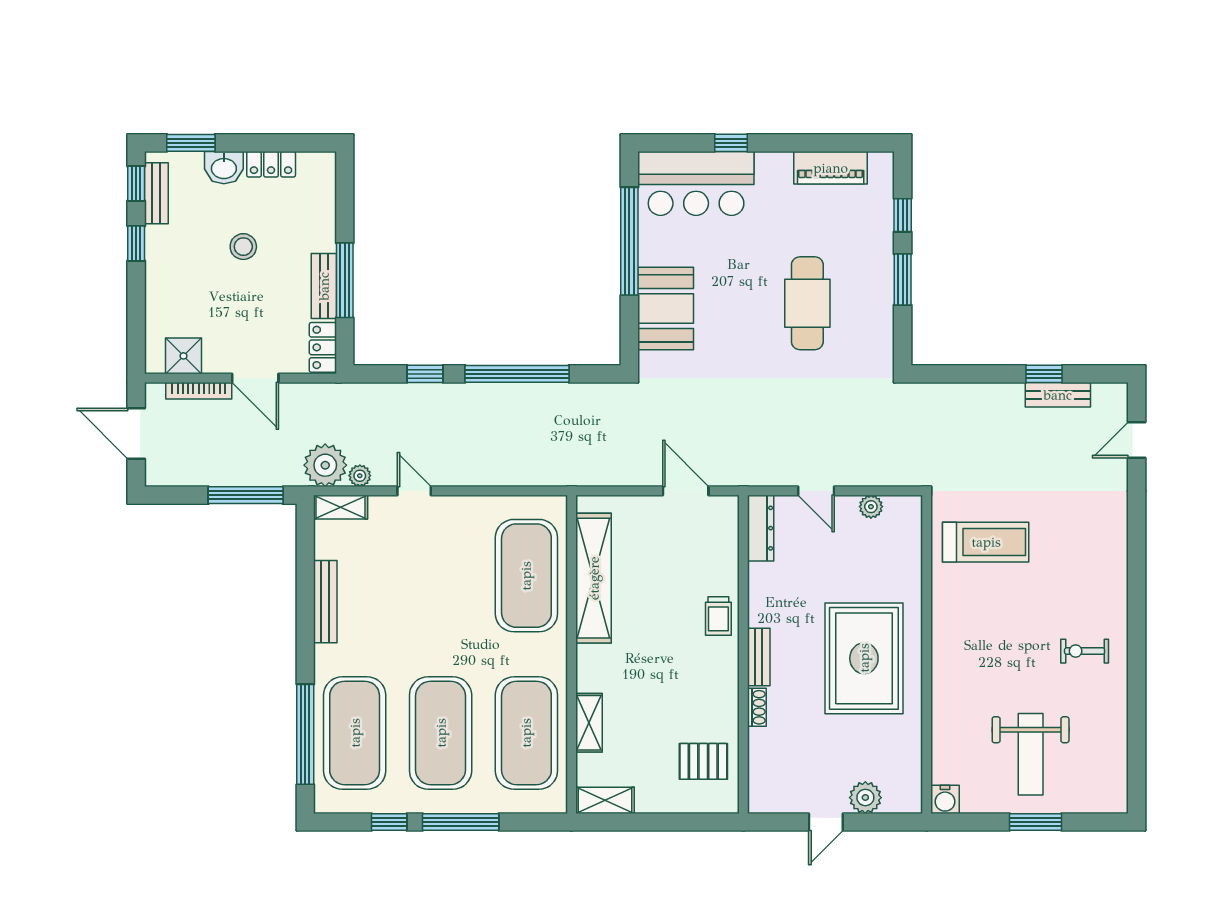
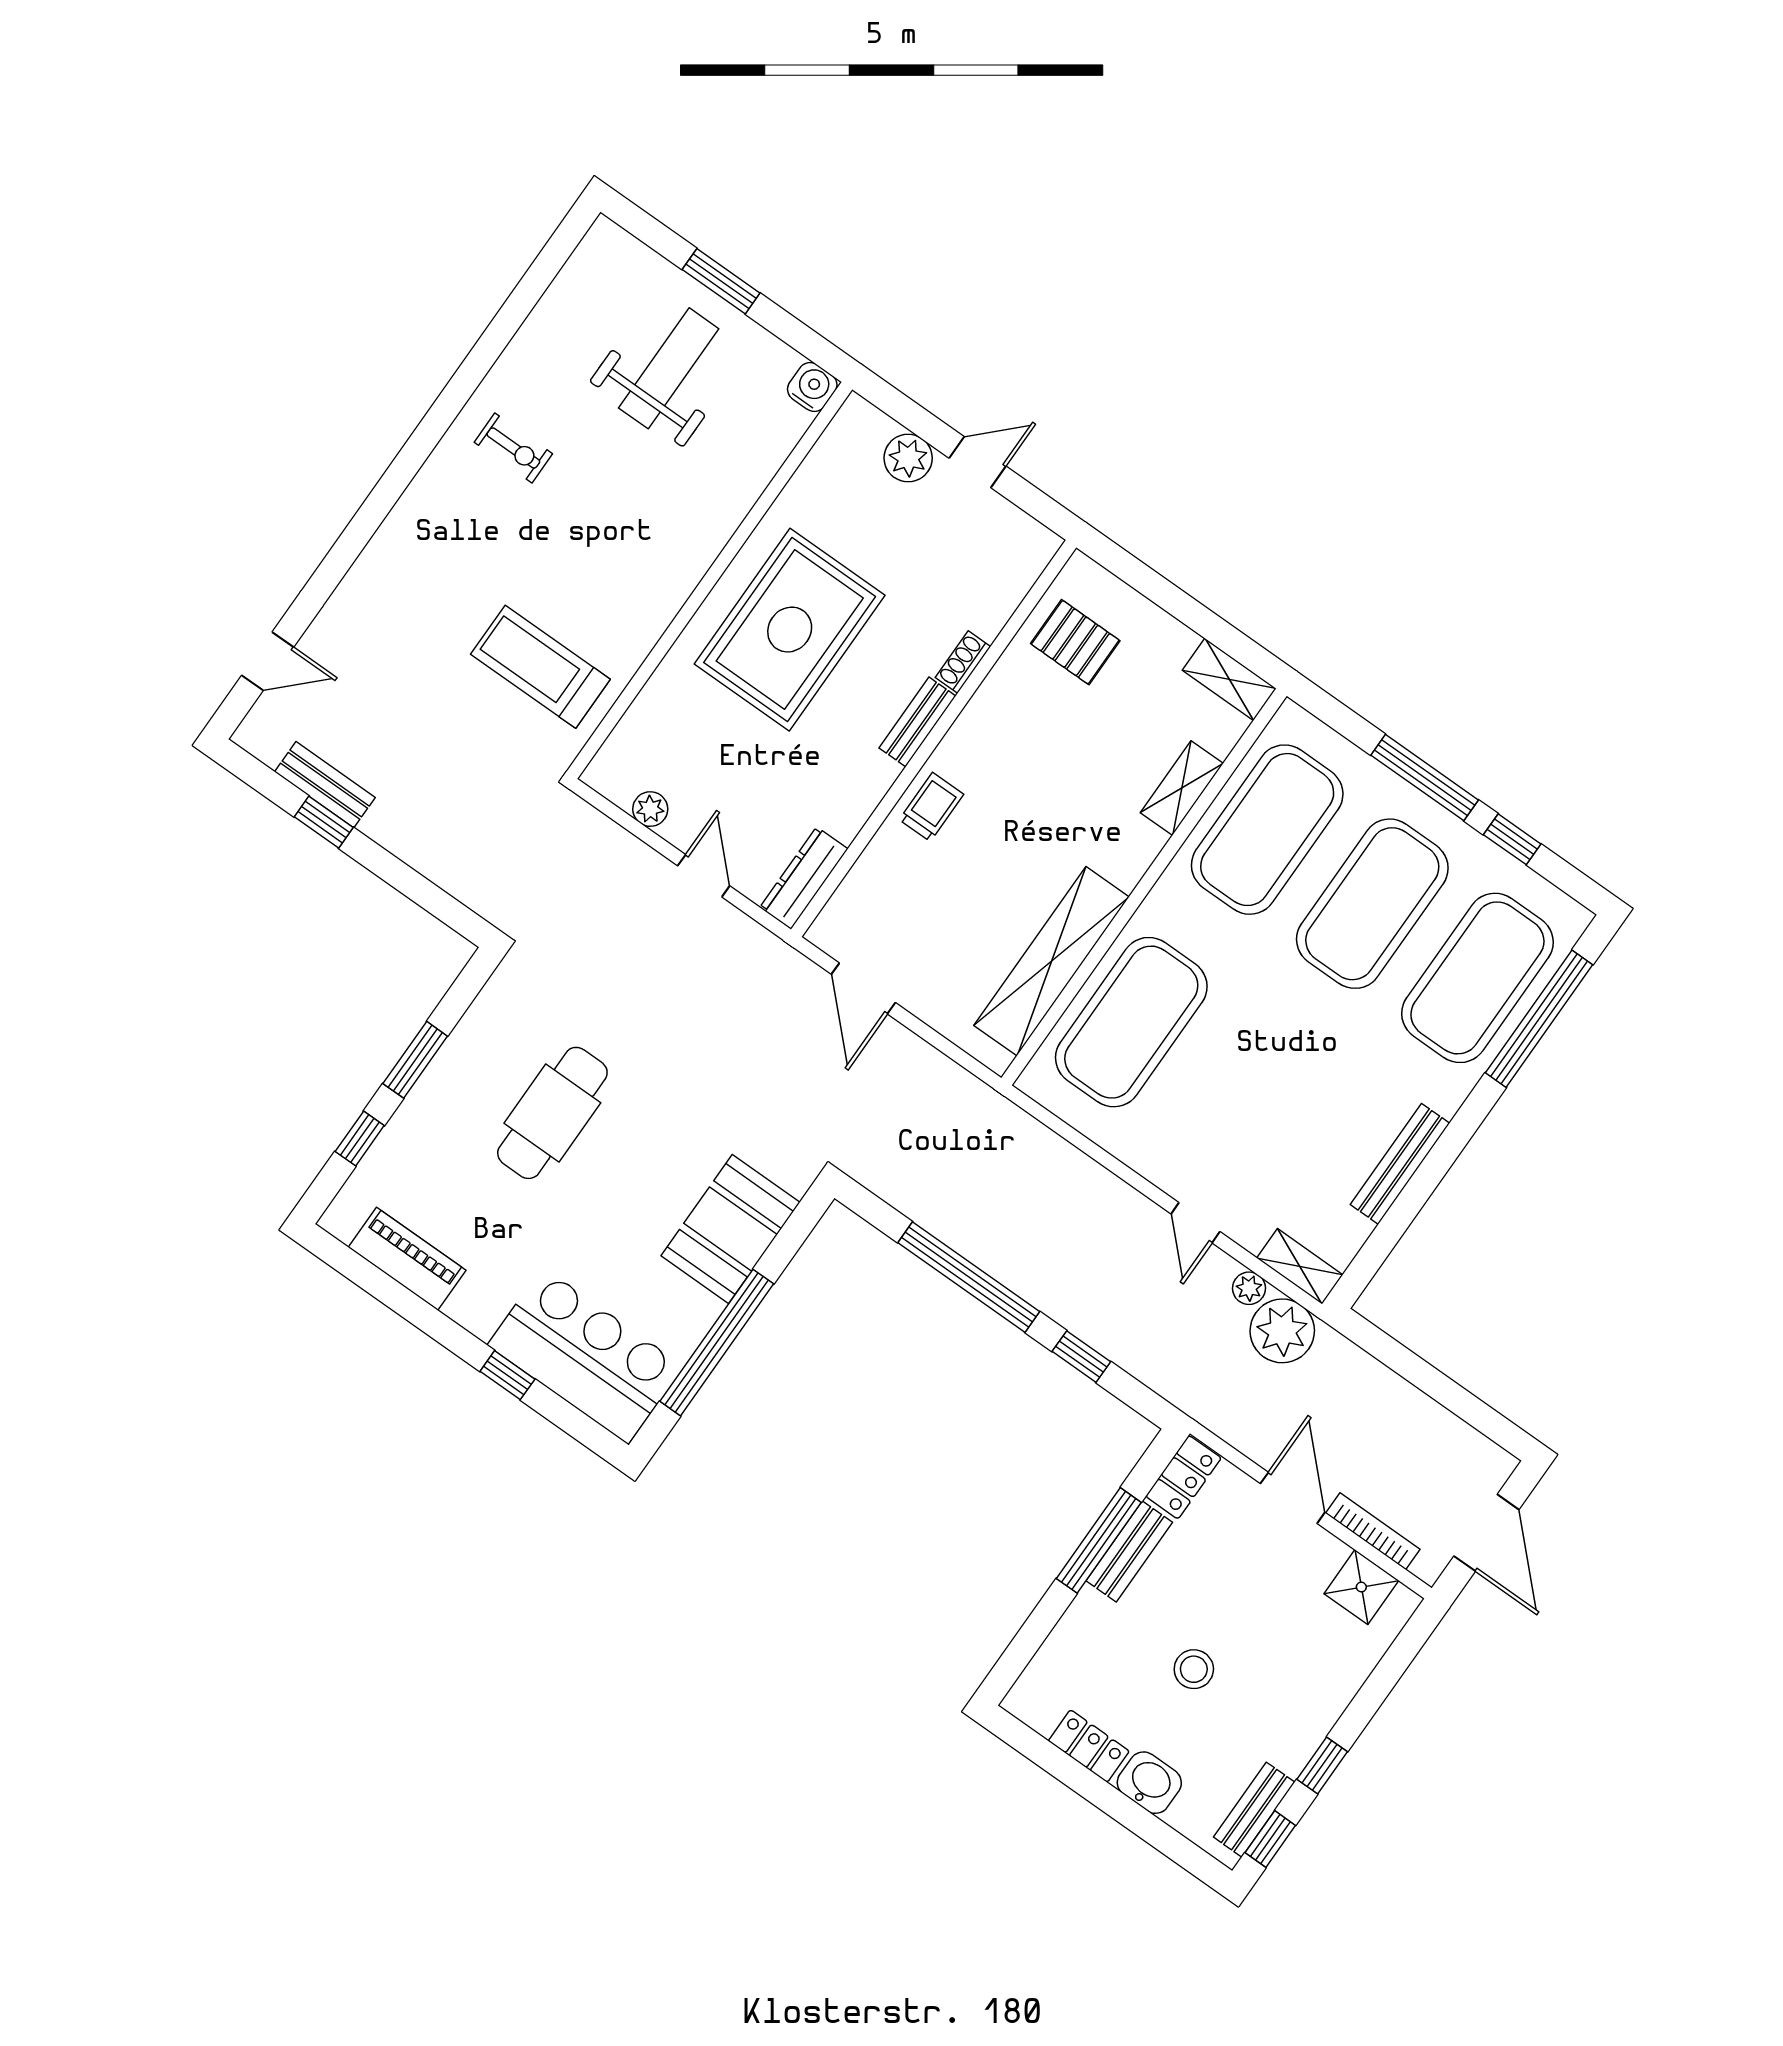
window: (191, 143) -> (1168, 1841), removed
window: (246, 495) -> (1405, 1363), removed

